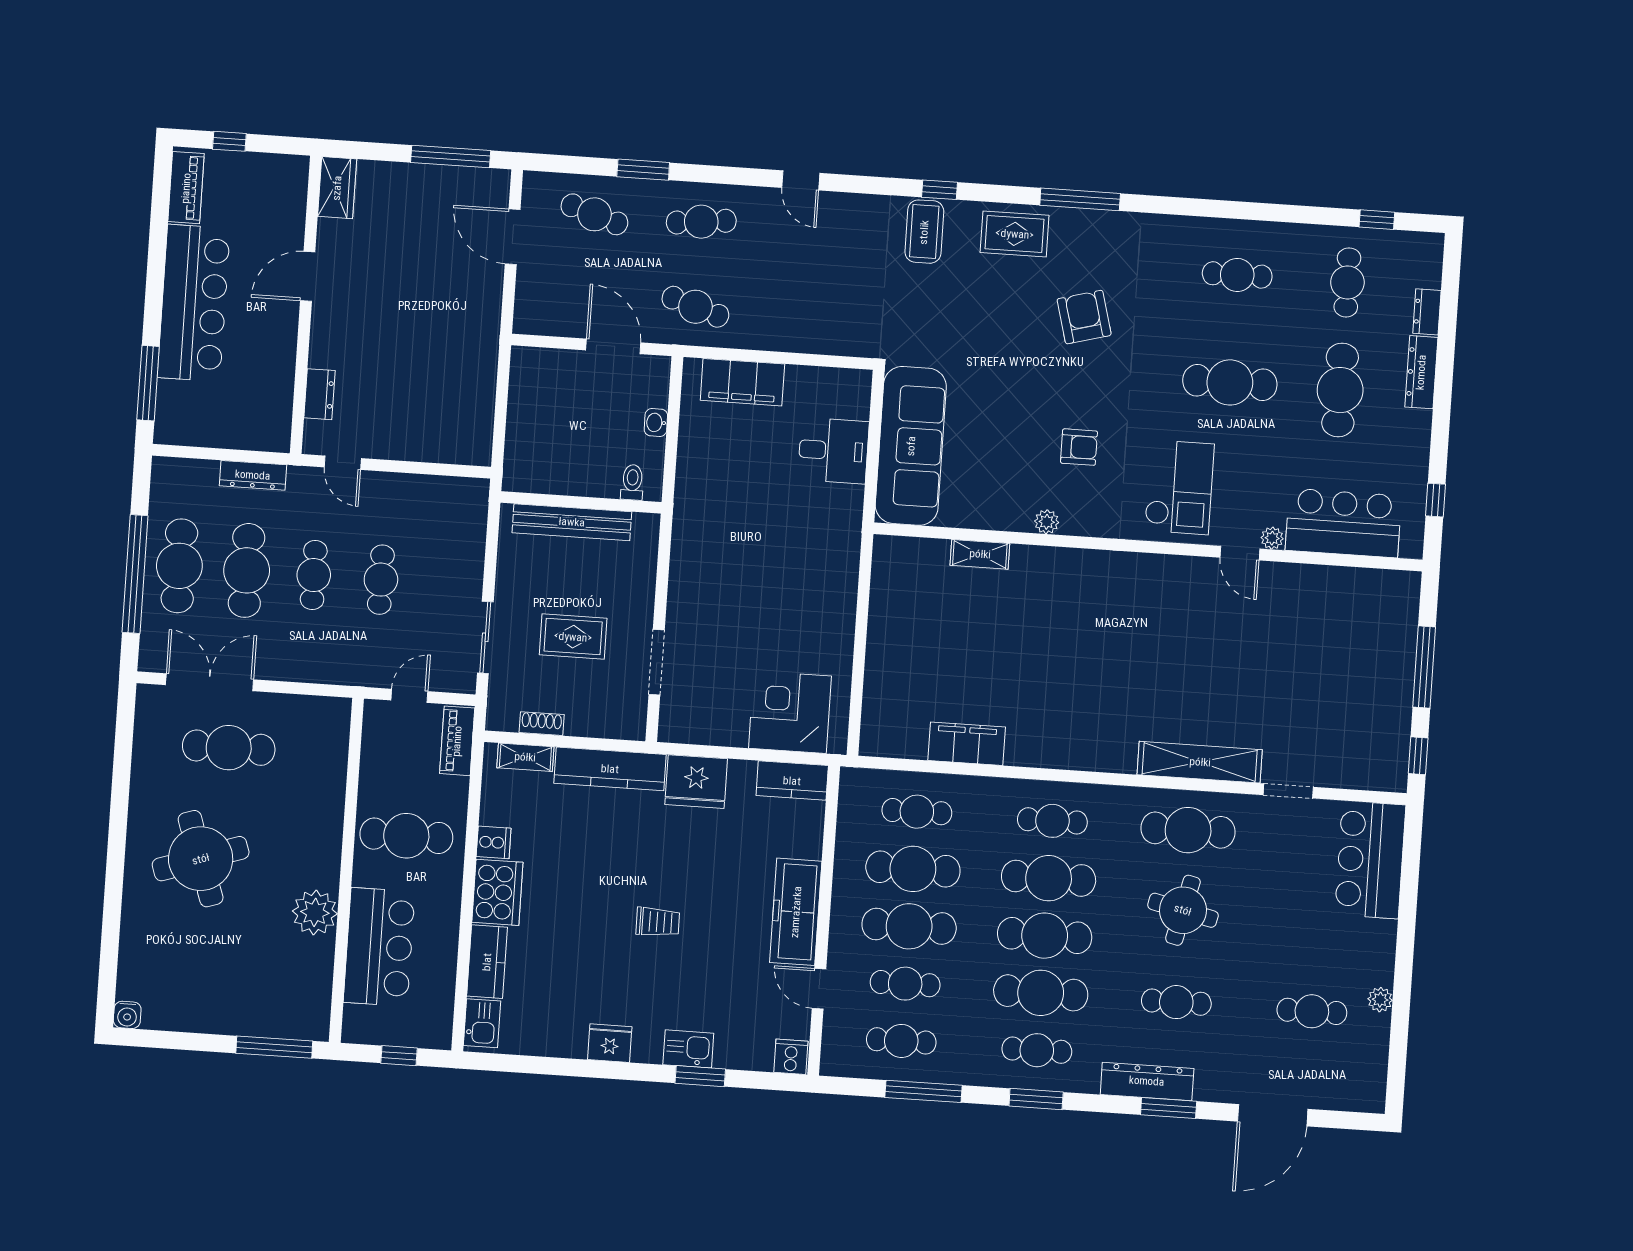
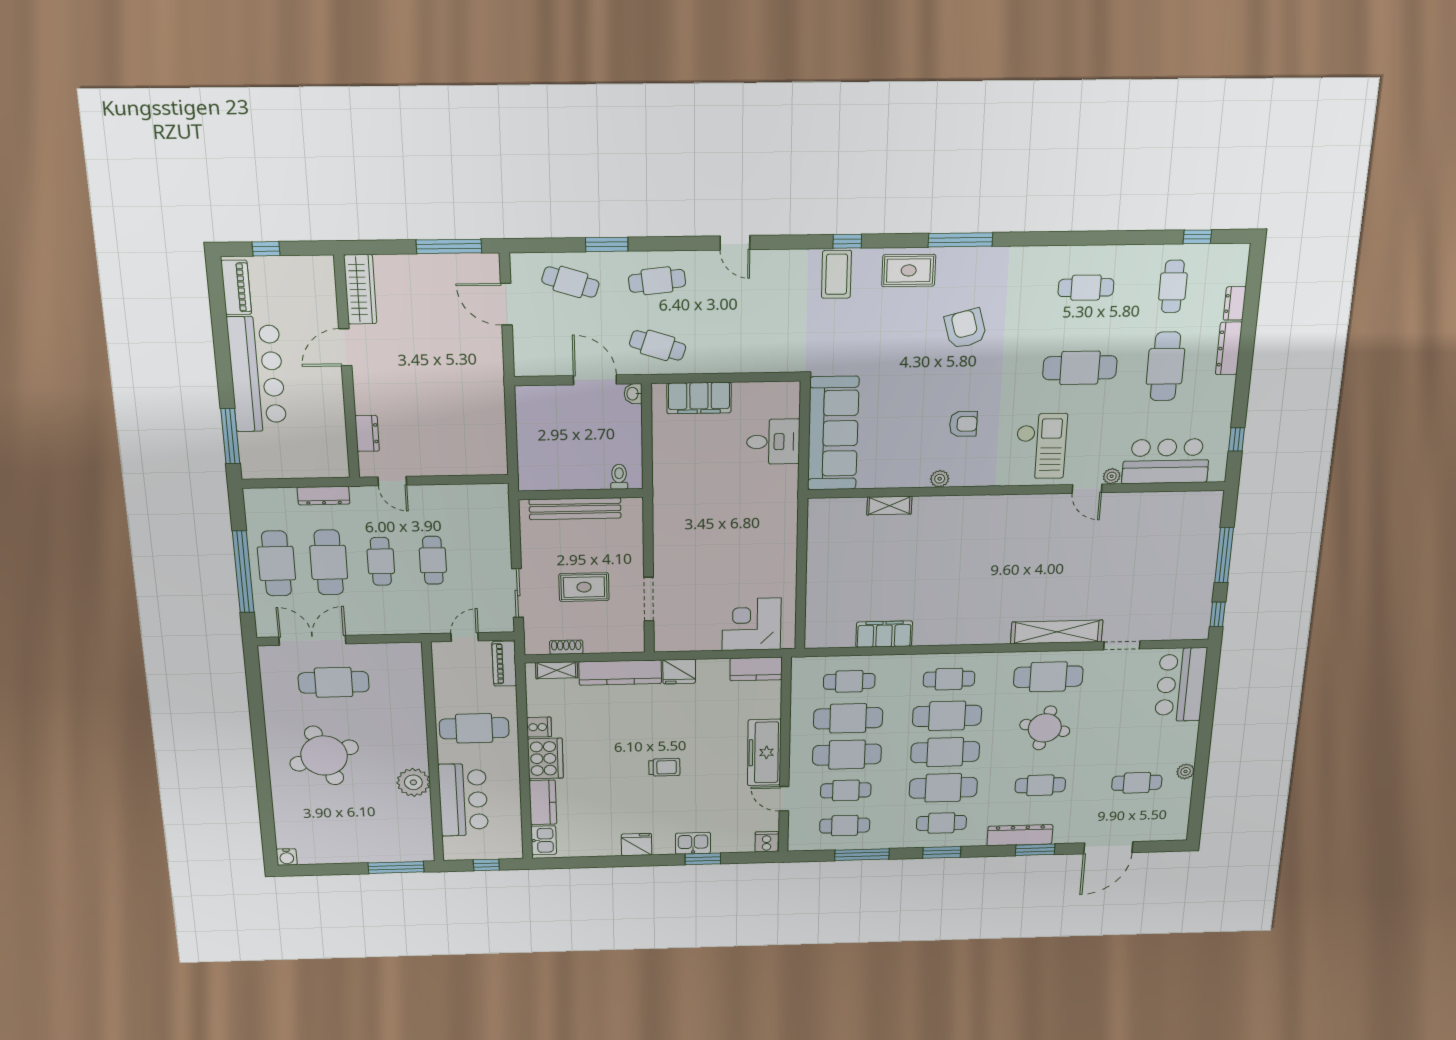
wardrobe: (337, 188) -> (360, 289), width x1.50
washbasin: (656, 423) -> (633, 394), moved
fridge: (696, 782) -> (679, 671), width x0.73, depth x0.75

